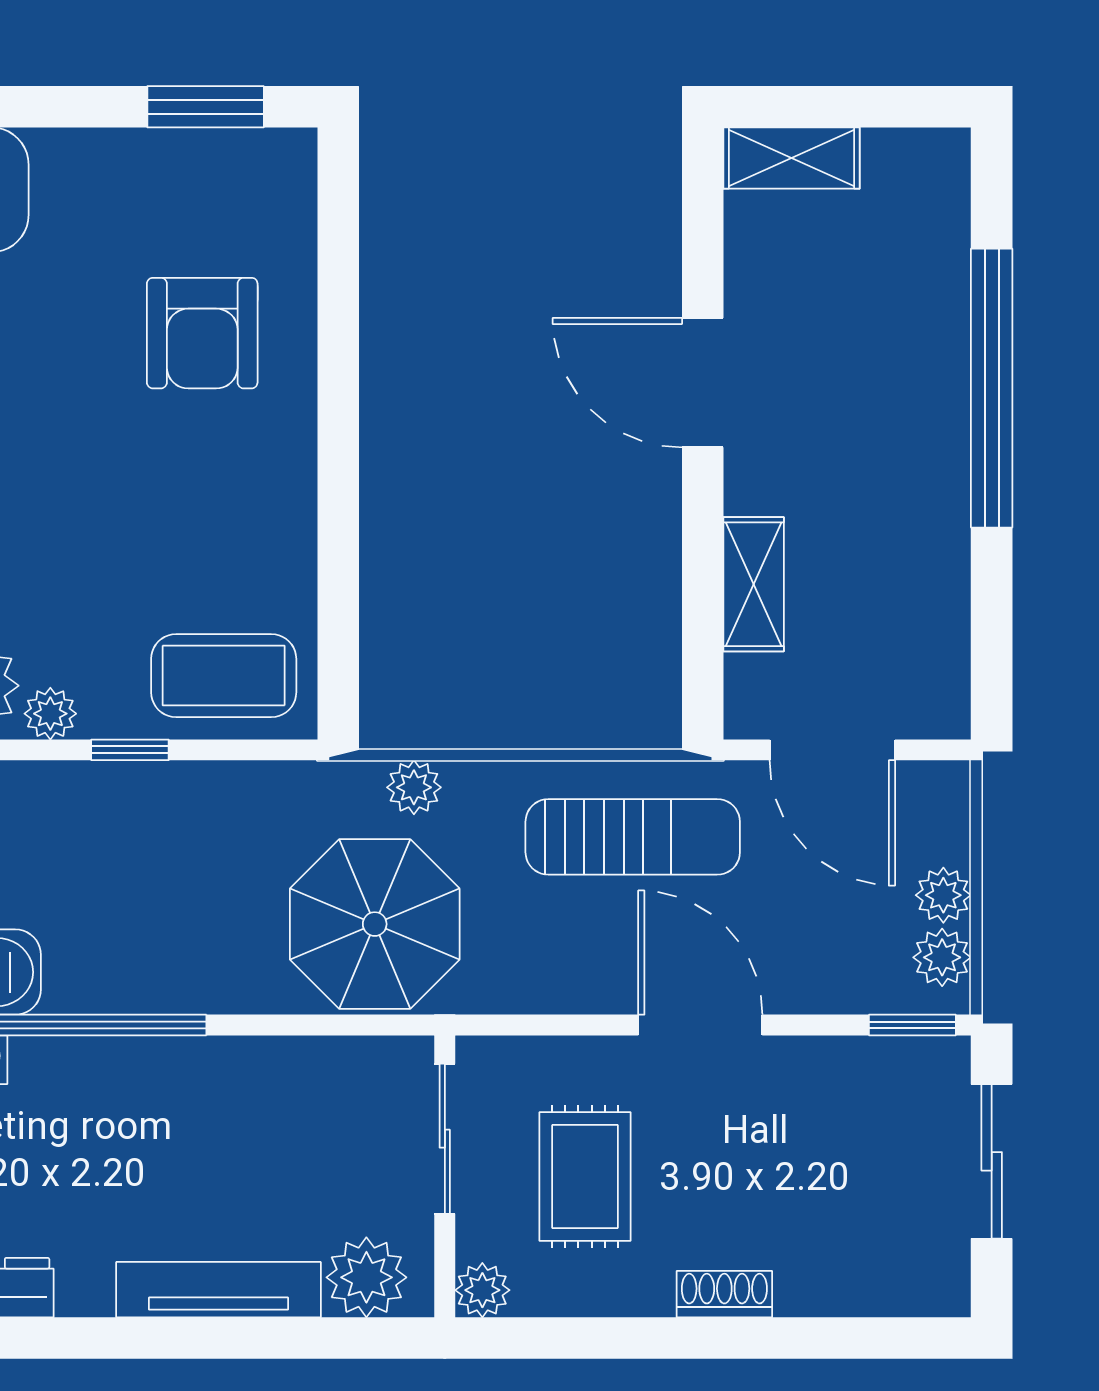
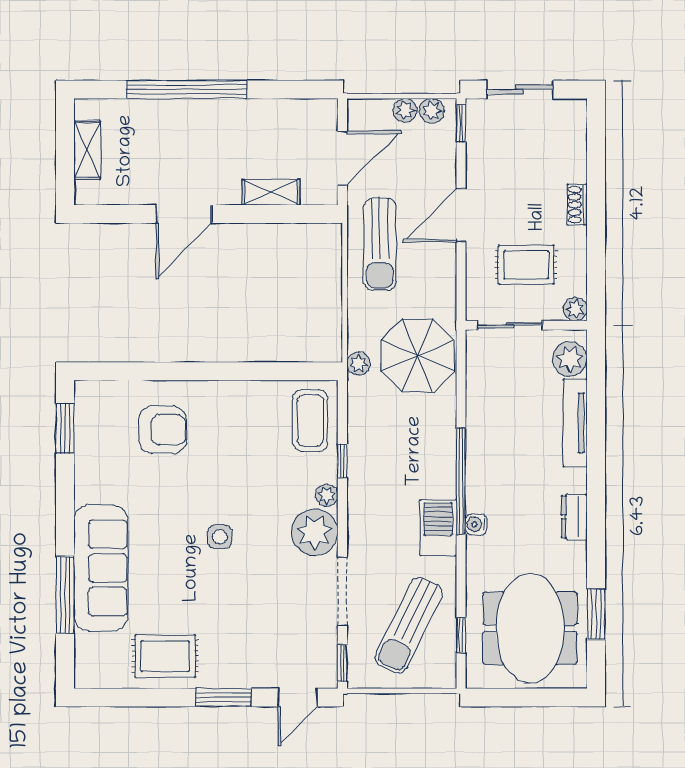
shelving: (792, 158) -> (87, 150), moved
plant: (414, 787) -> (359, 364), moved
sun lounger: (633, 837) -> (380, 244), turned 180

